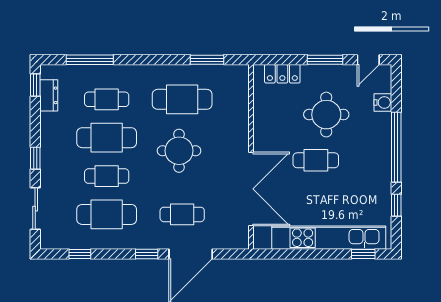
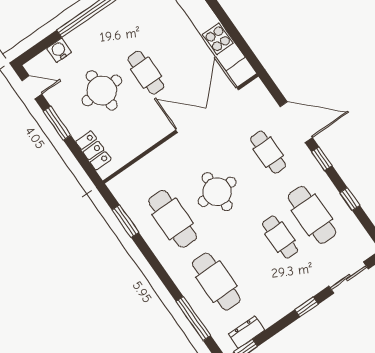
cafe table: (107, 99) -> (216, 282), width x1.37, depth x1.35
cafe table: (107, 138) -> (248, 259), removed
window: (80, 254) -> (350, 199), moved

